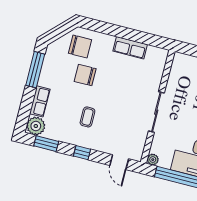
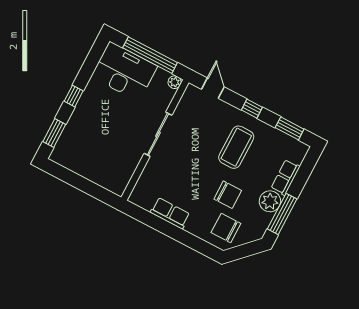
coffee table: (87, 117) -> (236, 147), width x1.86, depth x1.72
plant: (36, 126) -> (270, 201), moved

